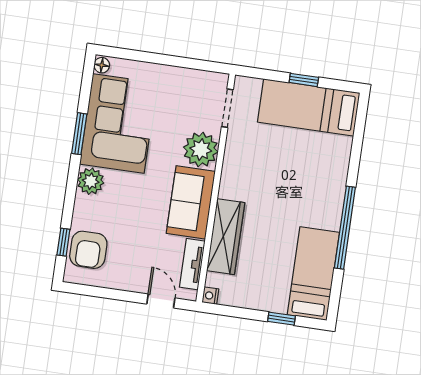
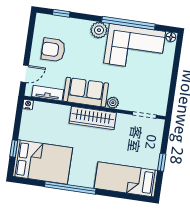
bed: (309, 107) -> (126, 179), moved, turned -90
window: (79, 134) -> (128, 23), width x2.11
plant: (201, 150) -> (113, 103), width x0.53, depth x0.53
wardrobe: (226, 237) -> (93, 118), moved
armchair: (88, 250) -> (53, 50), moved
bed: (313, 274) -> (43, 162), width x1.50

